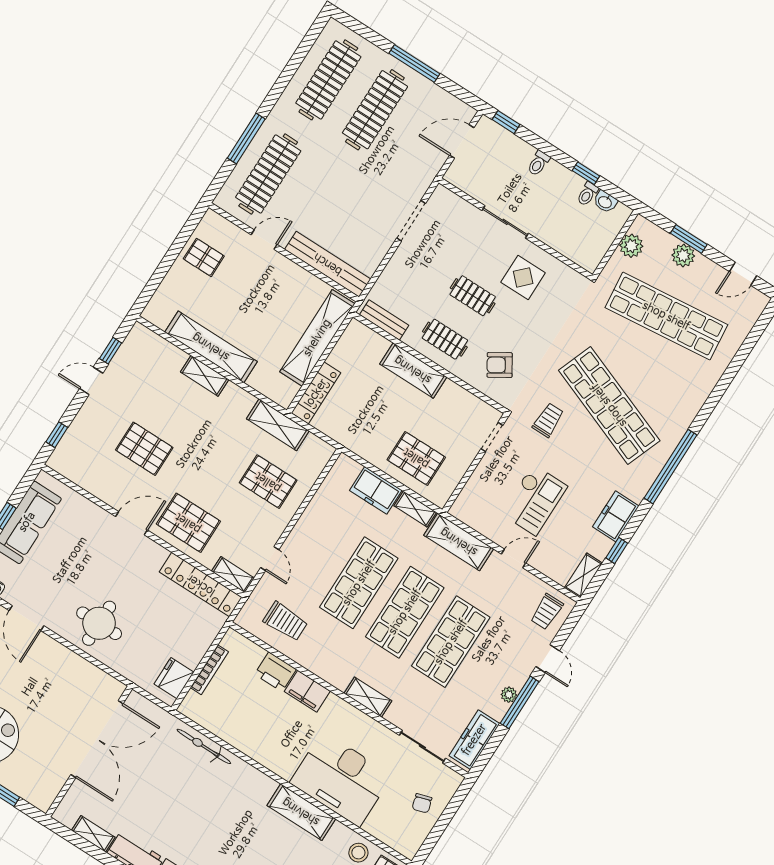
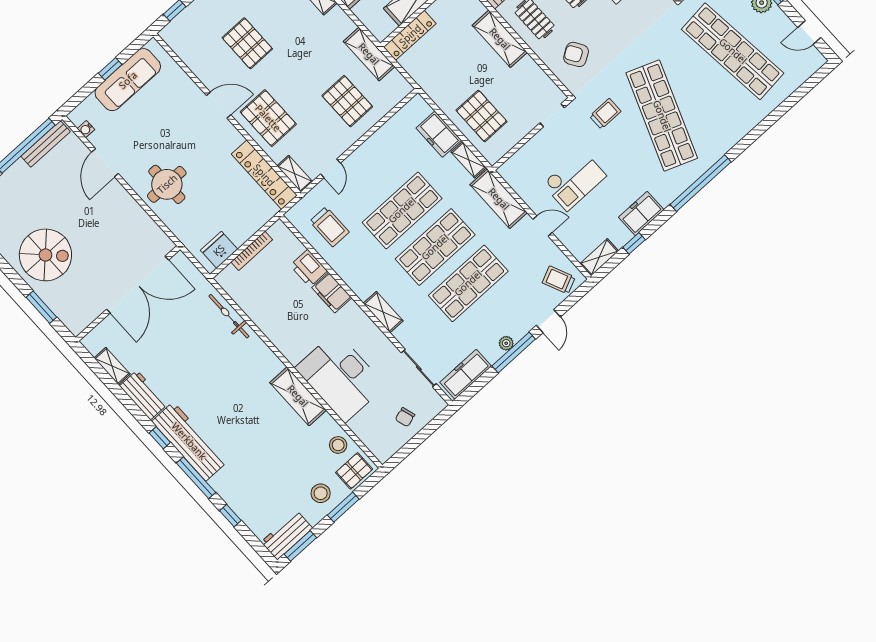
trolley: (547, 612) -> (559, 280), turned 66

